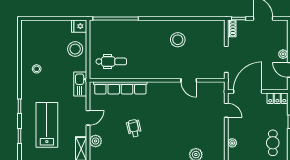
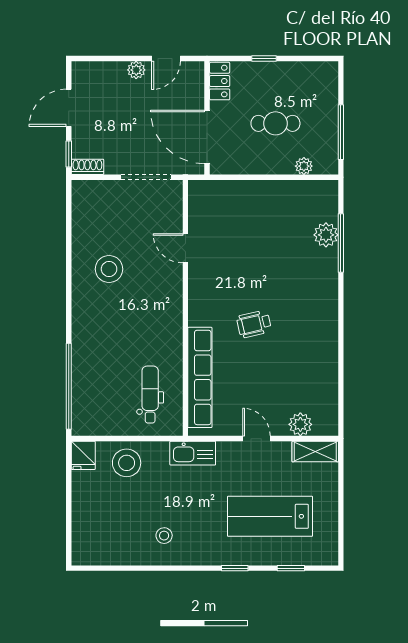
door: (189, 80) -> (185, 248), swing flipped
door: (226, 110) -> (242, 177), removed
wheelchair: (134, 128) -> (254, 324), moved
cafe table: (273, 143) -> (275, 123), moved

